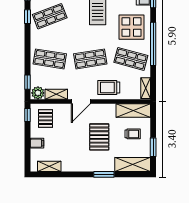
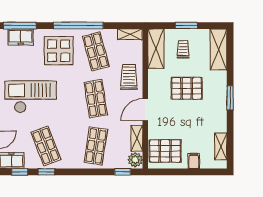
shop shelf: (131, 59) -> (96, 51), turned -30
trolley: (109, 88) -> (129, 77), turned 180
door: (81, 101) -> (145, 110), swing flipped
window: (27, 115) -> (161, 172), removed
pallet: (45, 118) -> (165, 151), width x1.50, depth x1.42
window: (153, 147) -> (186, 26), moved
window: (104, 174) -> (230, 98), moved

